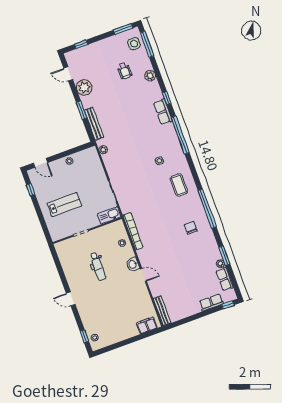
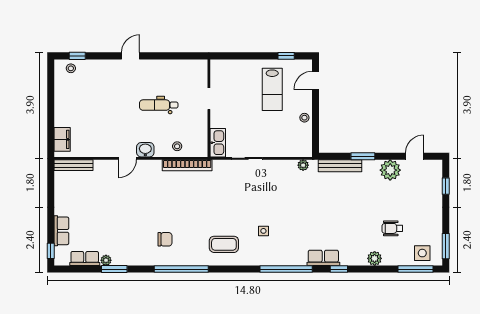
lab bench: (64, 205) -> (272, 89), moved

